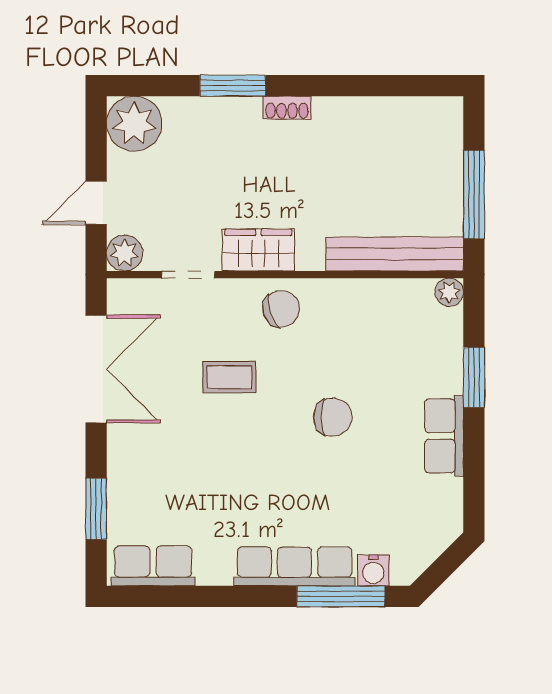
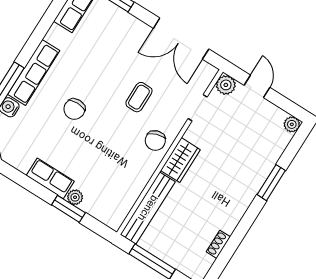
shoe rack: (287, 108) -> (218, 244), moved
plant: (134, 124) -> (292, 124), width x0.53, depth x0.53
wardrobe: (258, 250) -> (180, 160), moved
plant: (449, 292) -> (75, 197), moved
chair: (333, 417) -> (74, 109), moved

